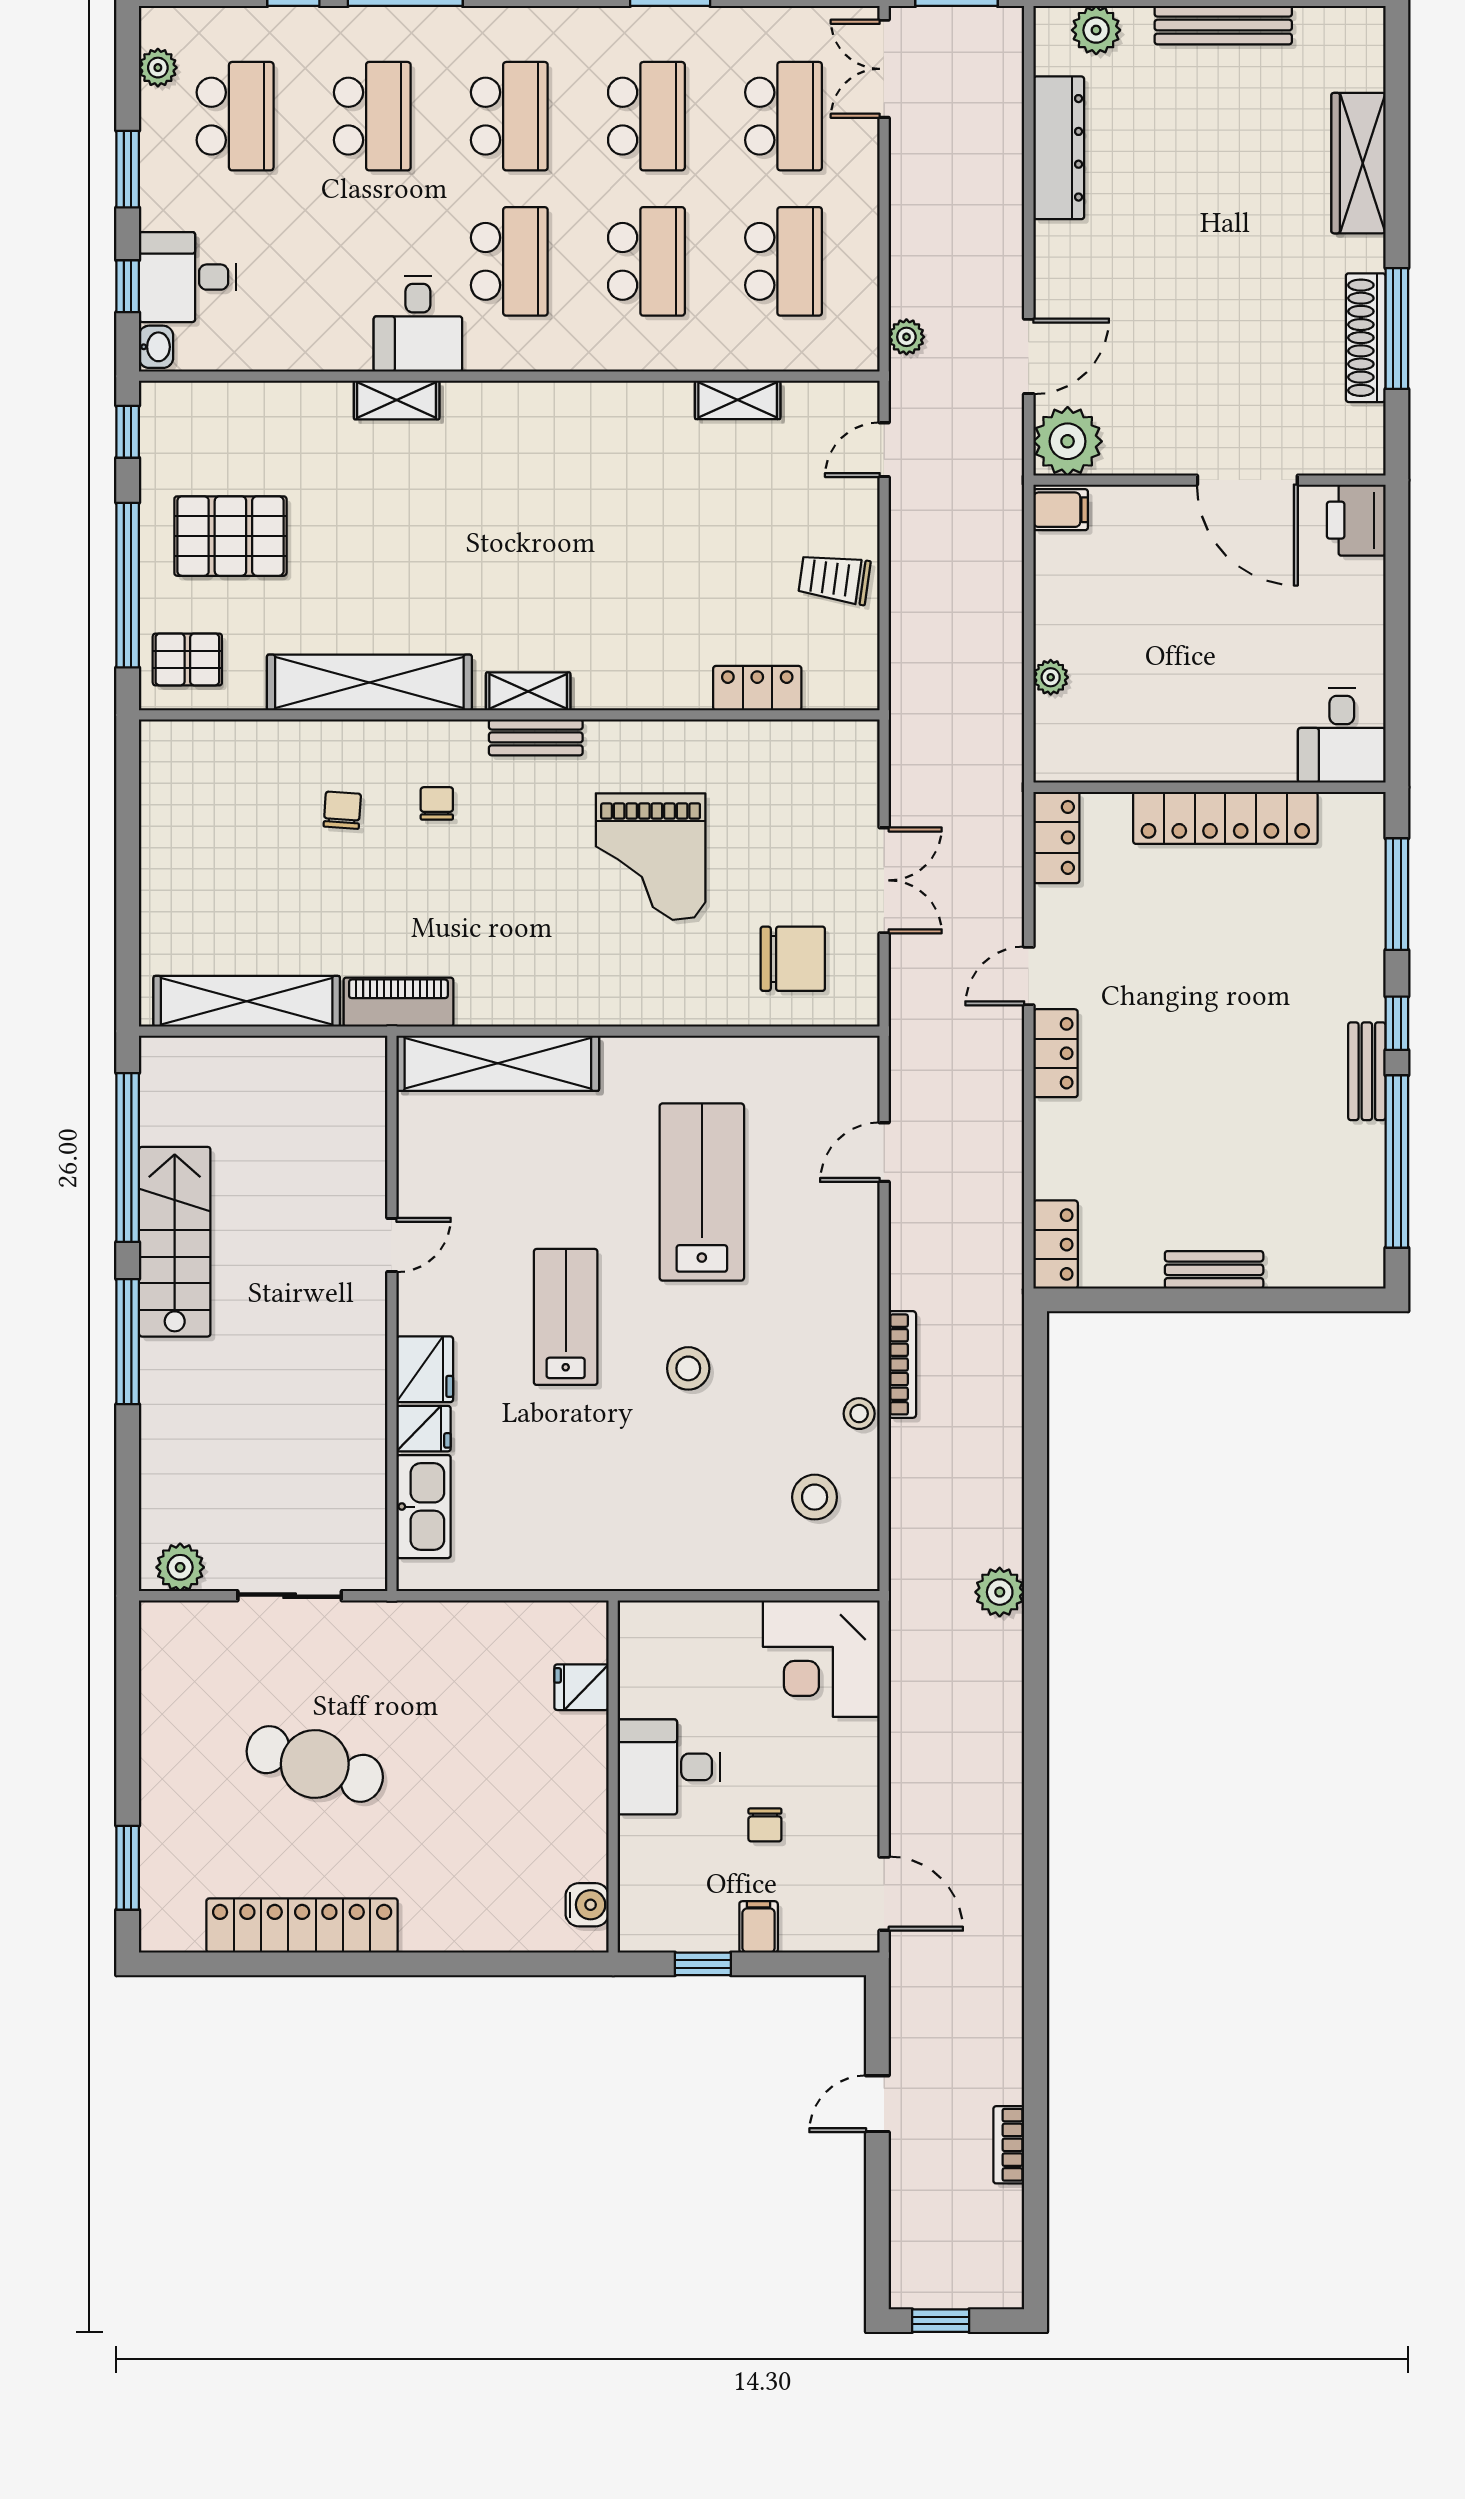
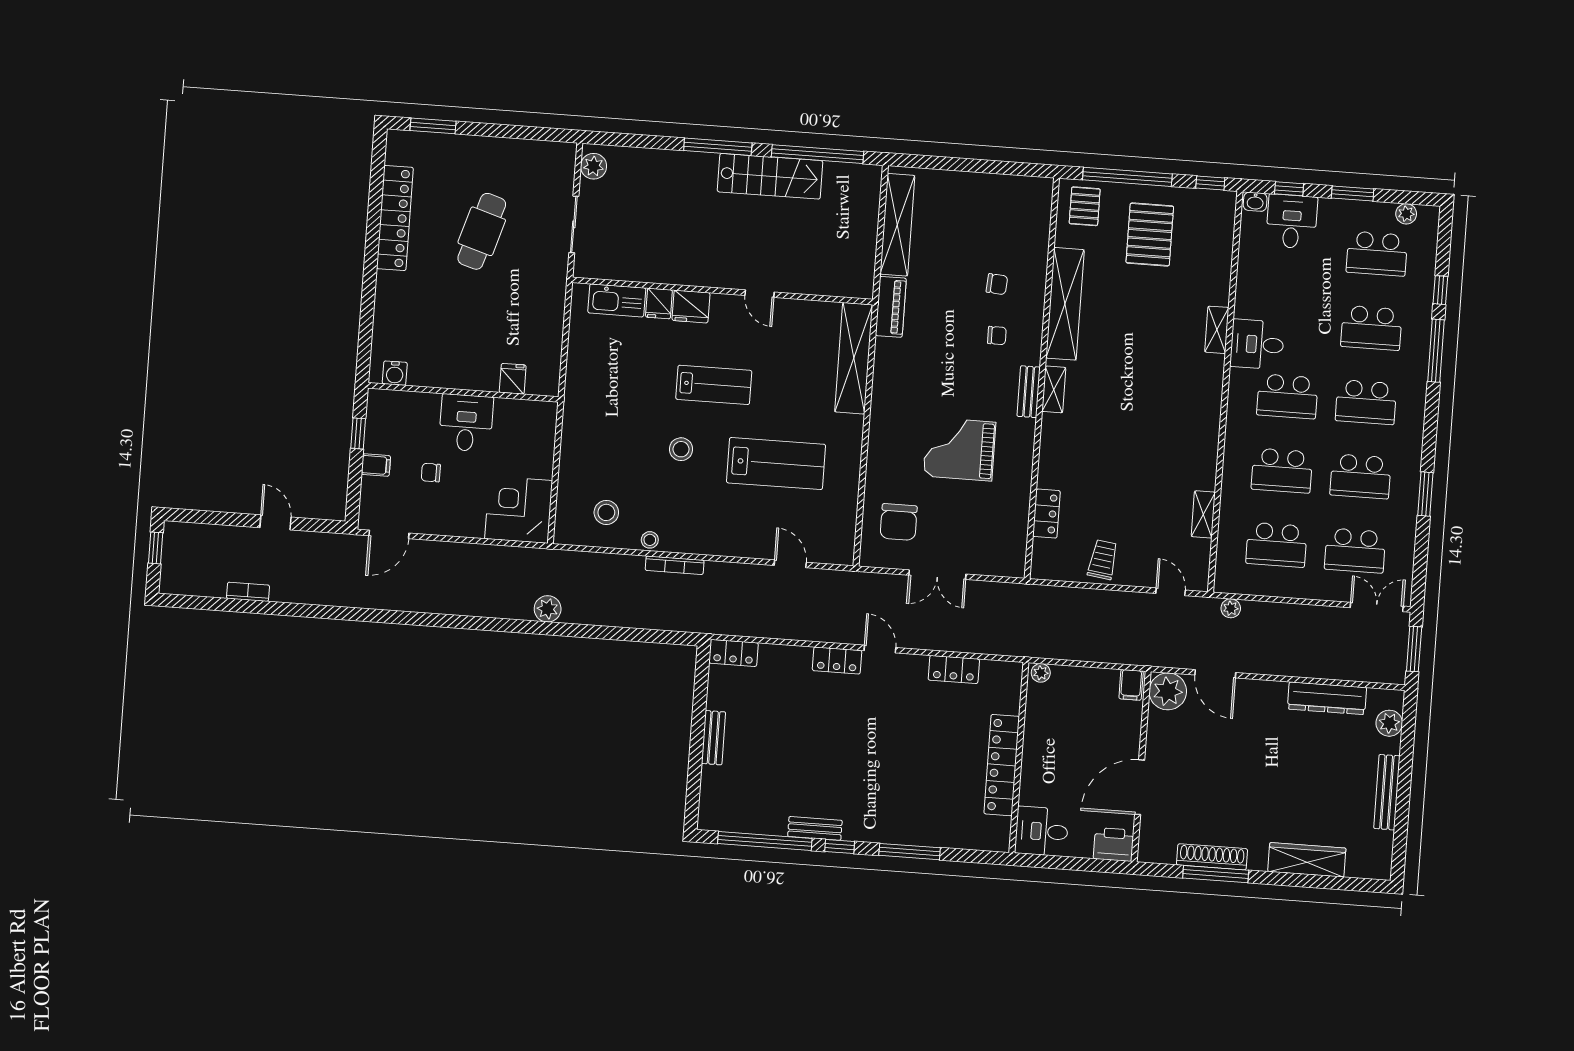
desk: (1342, 735) -> (1042, 831), moved
wall: (1209, 787) -> (1019, 758), moved
locker: (1225, 818) -> (1002, 765), moved

